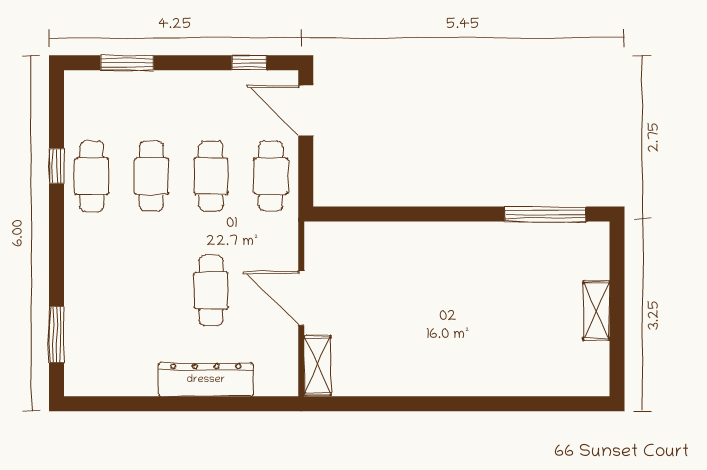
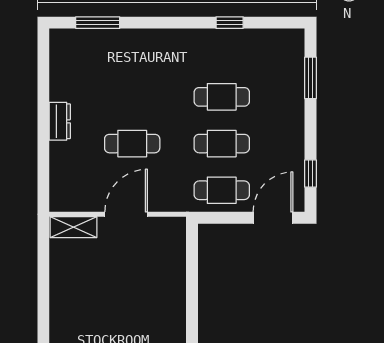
cafe table: (92, 176) -> (222, 50), removed
dresser: (206, 380) -> (60, 121), width x0.51, depth x0.80

